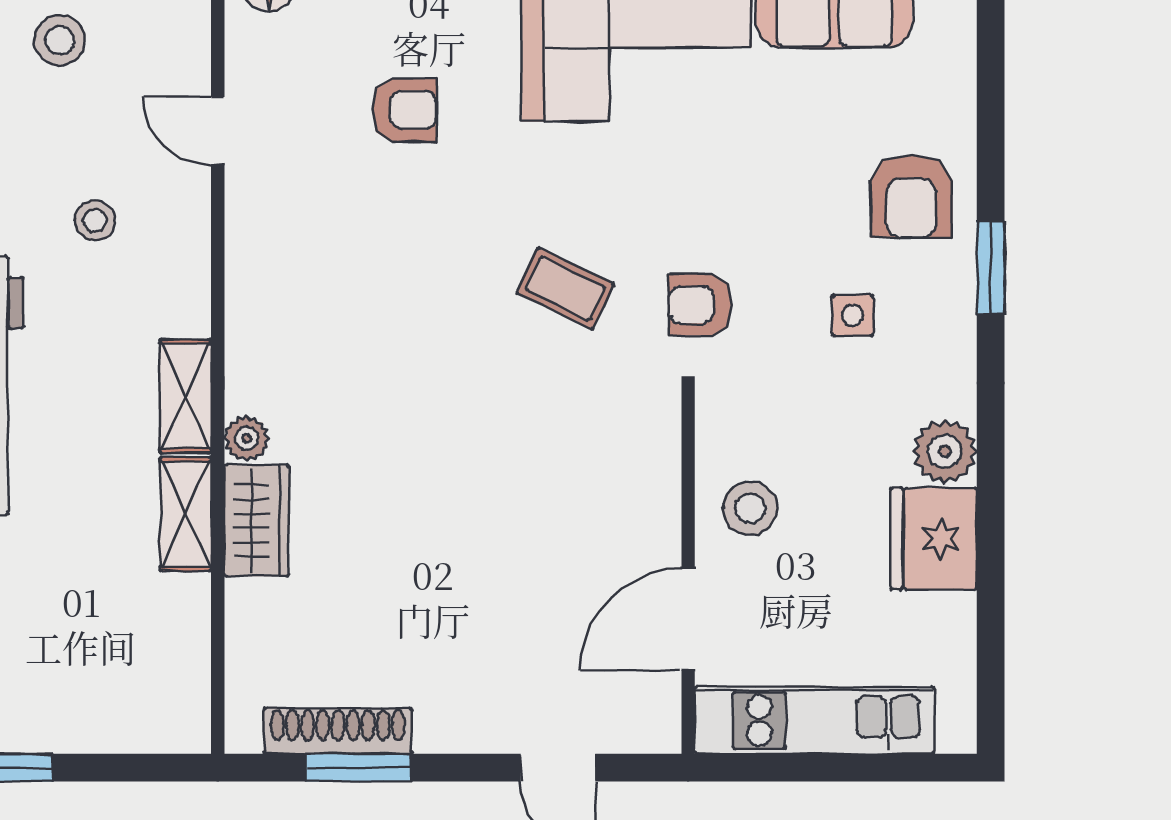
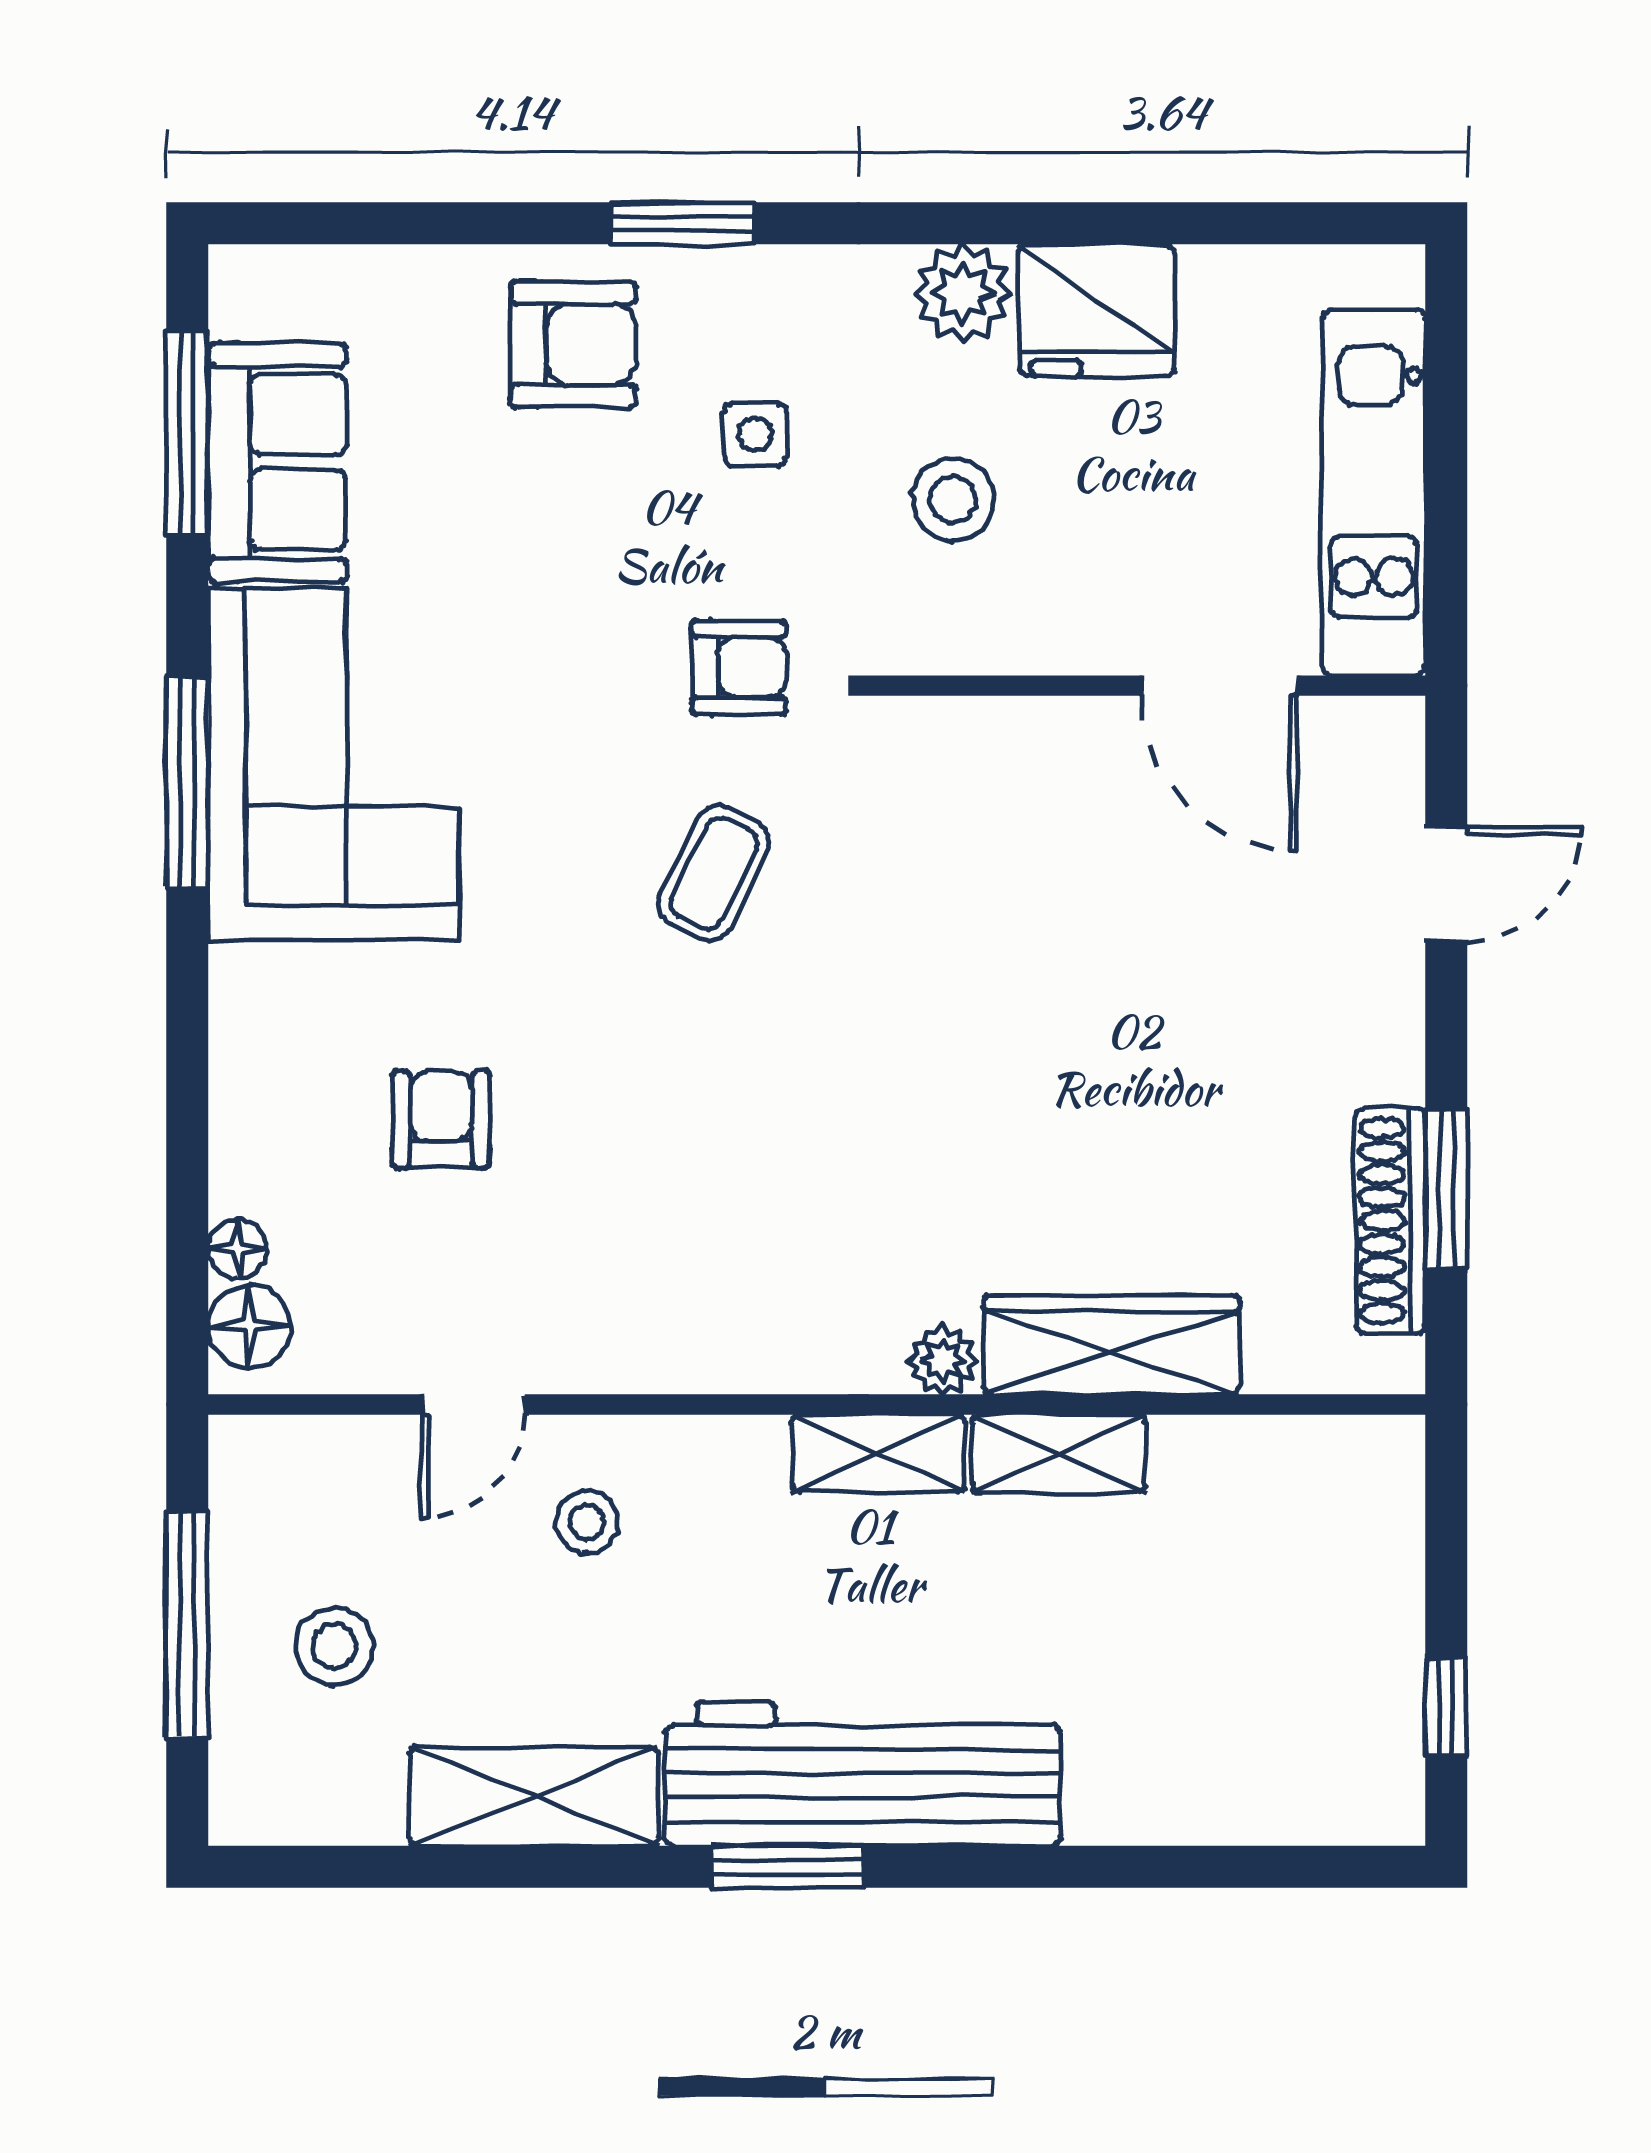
stool: (95, 220) -> (587, 1522), moved
armchair: (700, 305) -> (739, 667), turned -90
stool: (750, 508) -> (953, 500), moved
wardrobe: (257, 521) -> (1111, 1345), width x1.50

